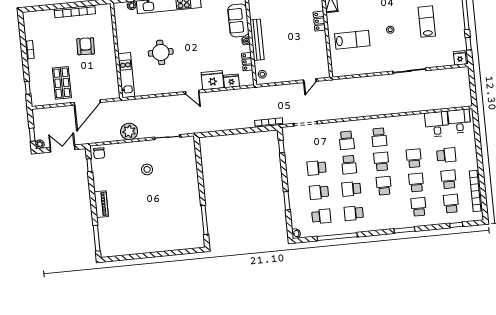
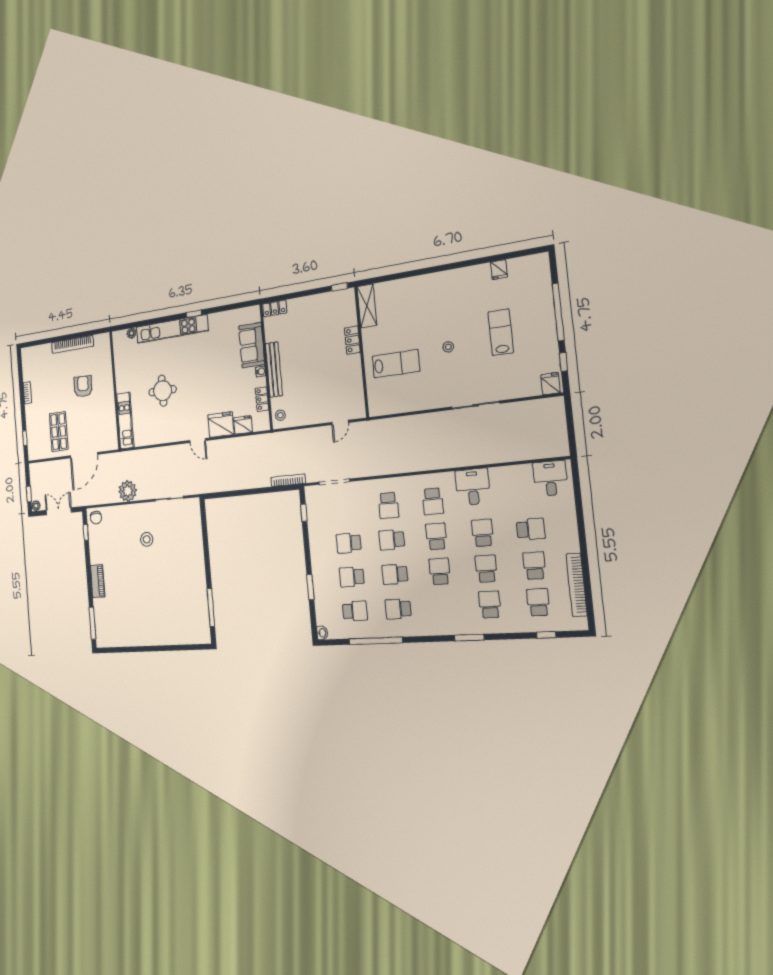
desk: (437, 124) -> (473, 487), moved
school desk: (349, 165) -> (392, 540), turned 90

